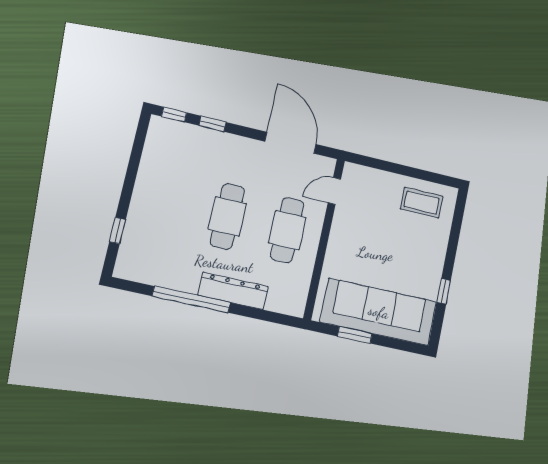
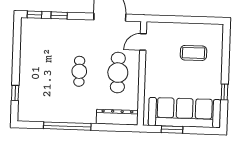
coffee table: (422, 203) -> (193, 53), moved
cafe table: (227, 216) -> (79, 71), width x0.73, depth x0.74
dresser: (233, 291) -> (117, 117), moved

